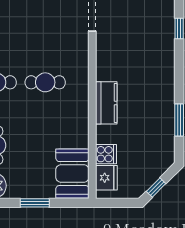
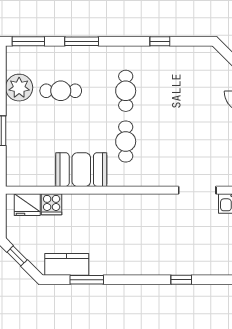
kitchen counter: (106, 103) -> (67, 264), moved, turned 180
booth: (72, 174) -> (81, 170), moved

